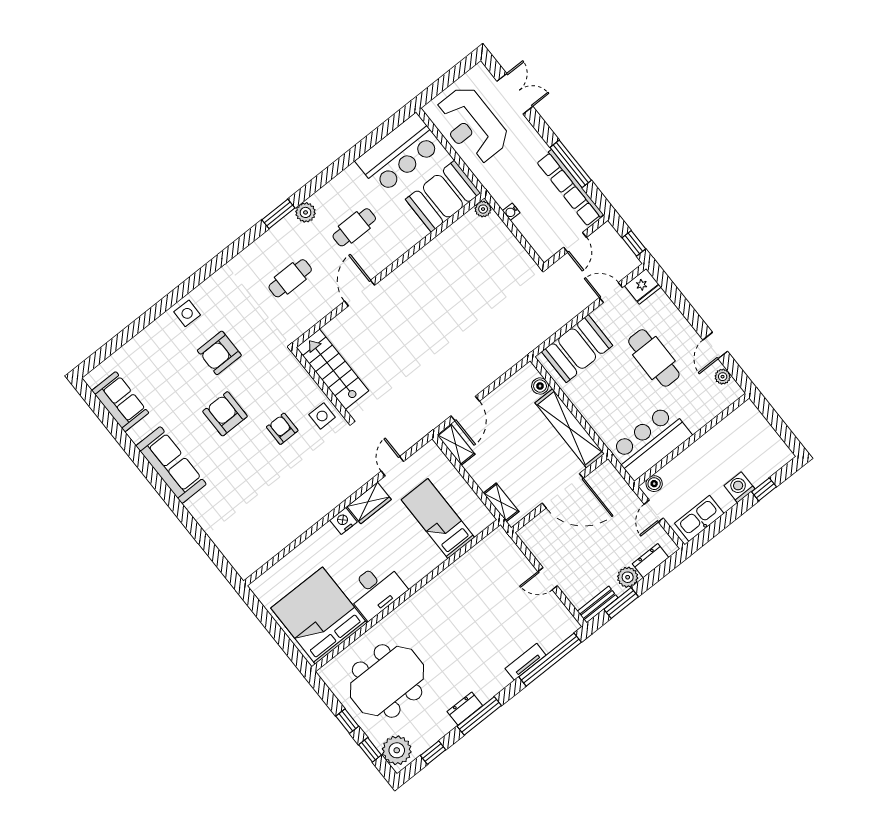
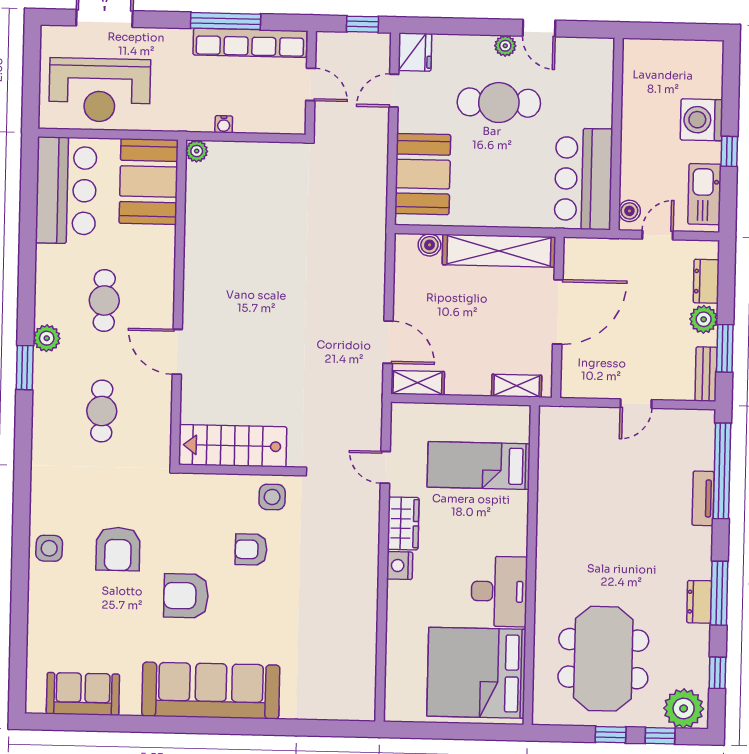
plant: (723, 377) -> (505, 46), moved
sofa: (171, 465) -> (211, 691), width x1.36, depth x1.27
washing machine: (739, 487) -> (701, 120), width x1.37, depth x1.37
window: (764, 489) -> (729, 151), moved
door: (654, 511) -> (658, 235), swing flipped

